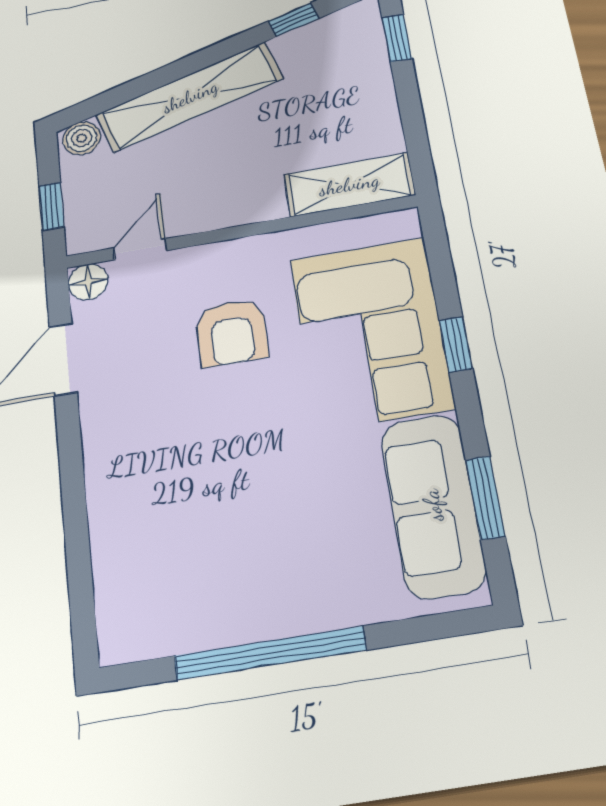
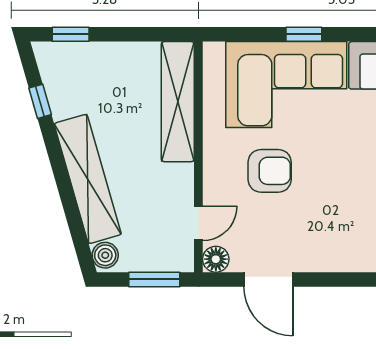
shelving: (349, 185) -> (178, 102), width x1.47
window: (51, 206) -> (154, 279), width x1.50
door: (140, 249) -> (198, 223), swing flipped

